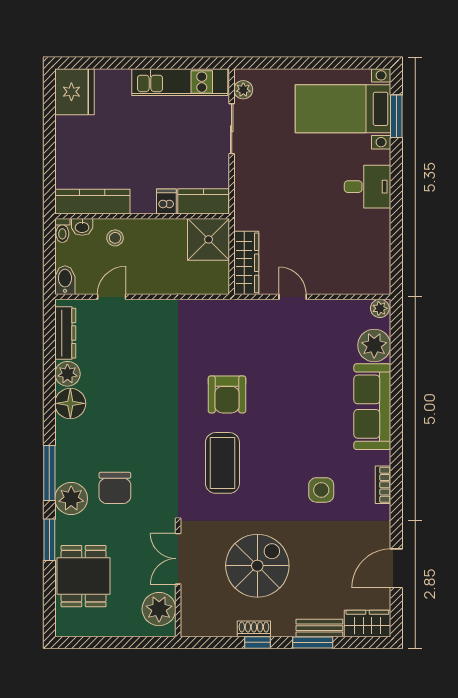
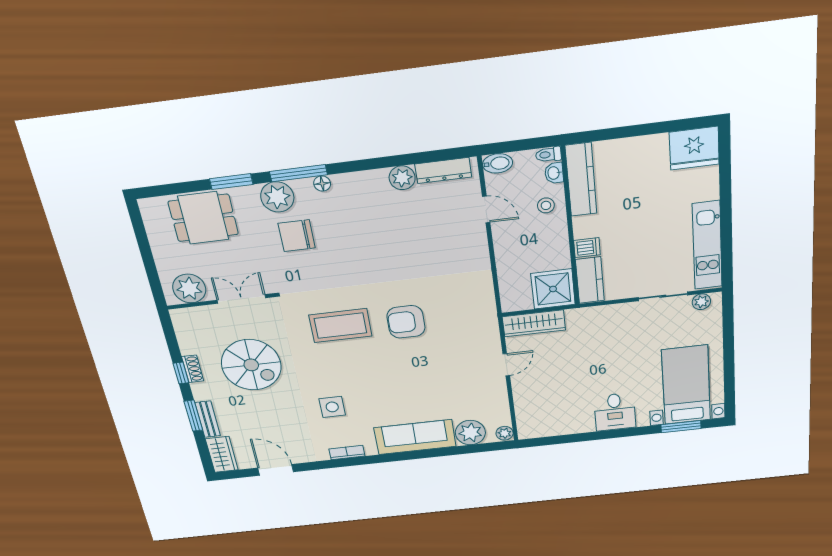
floor lamp: (70, 403) -> (322, 184), moved, width x0.53, depth x0.53

